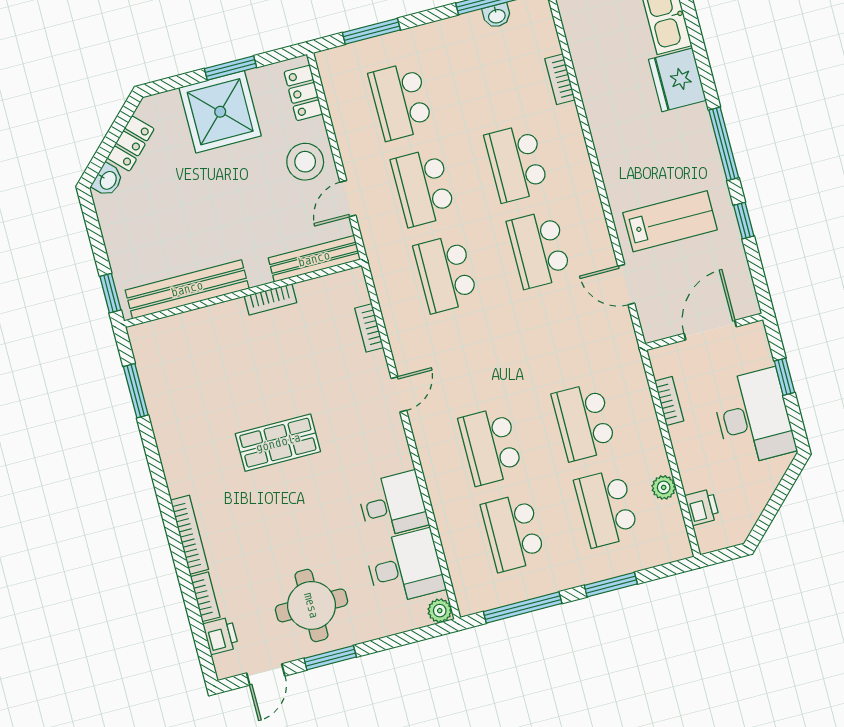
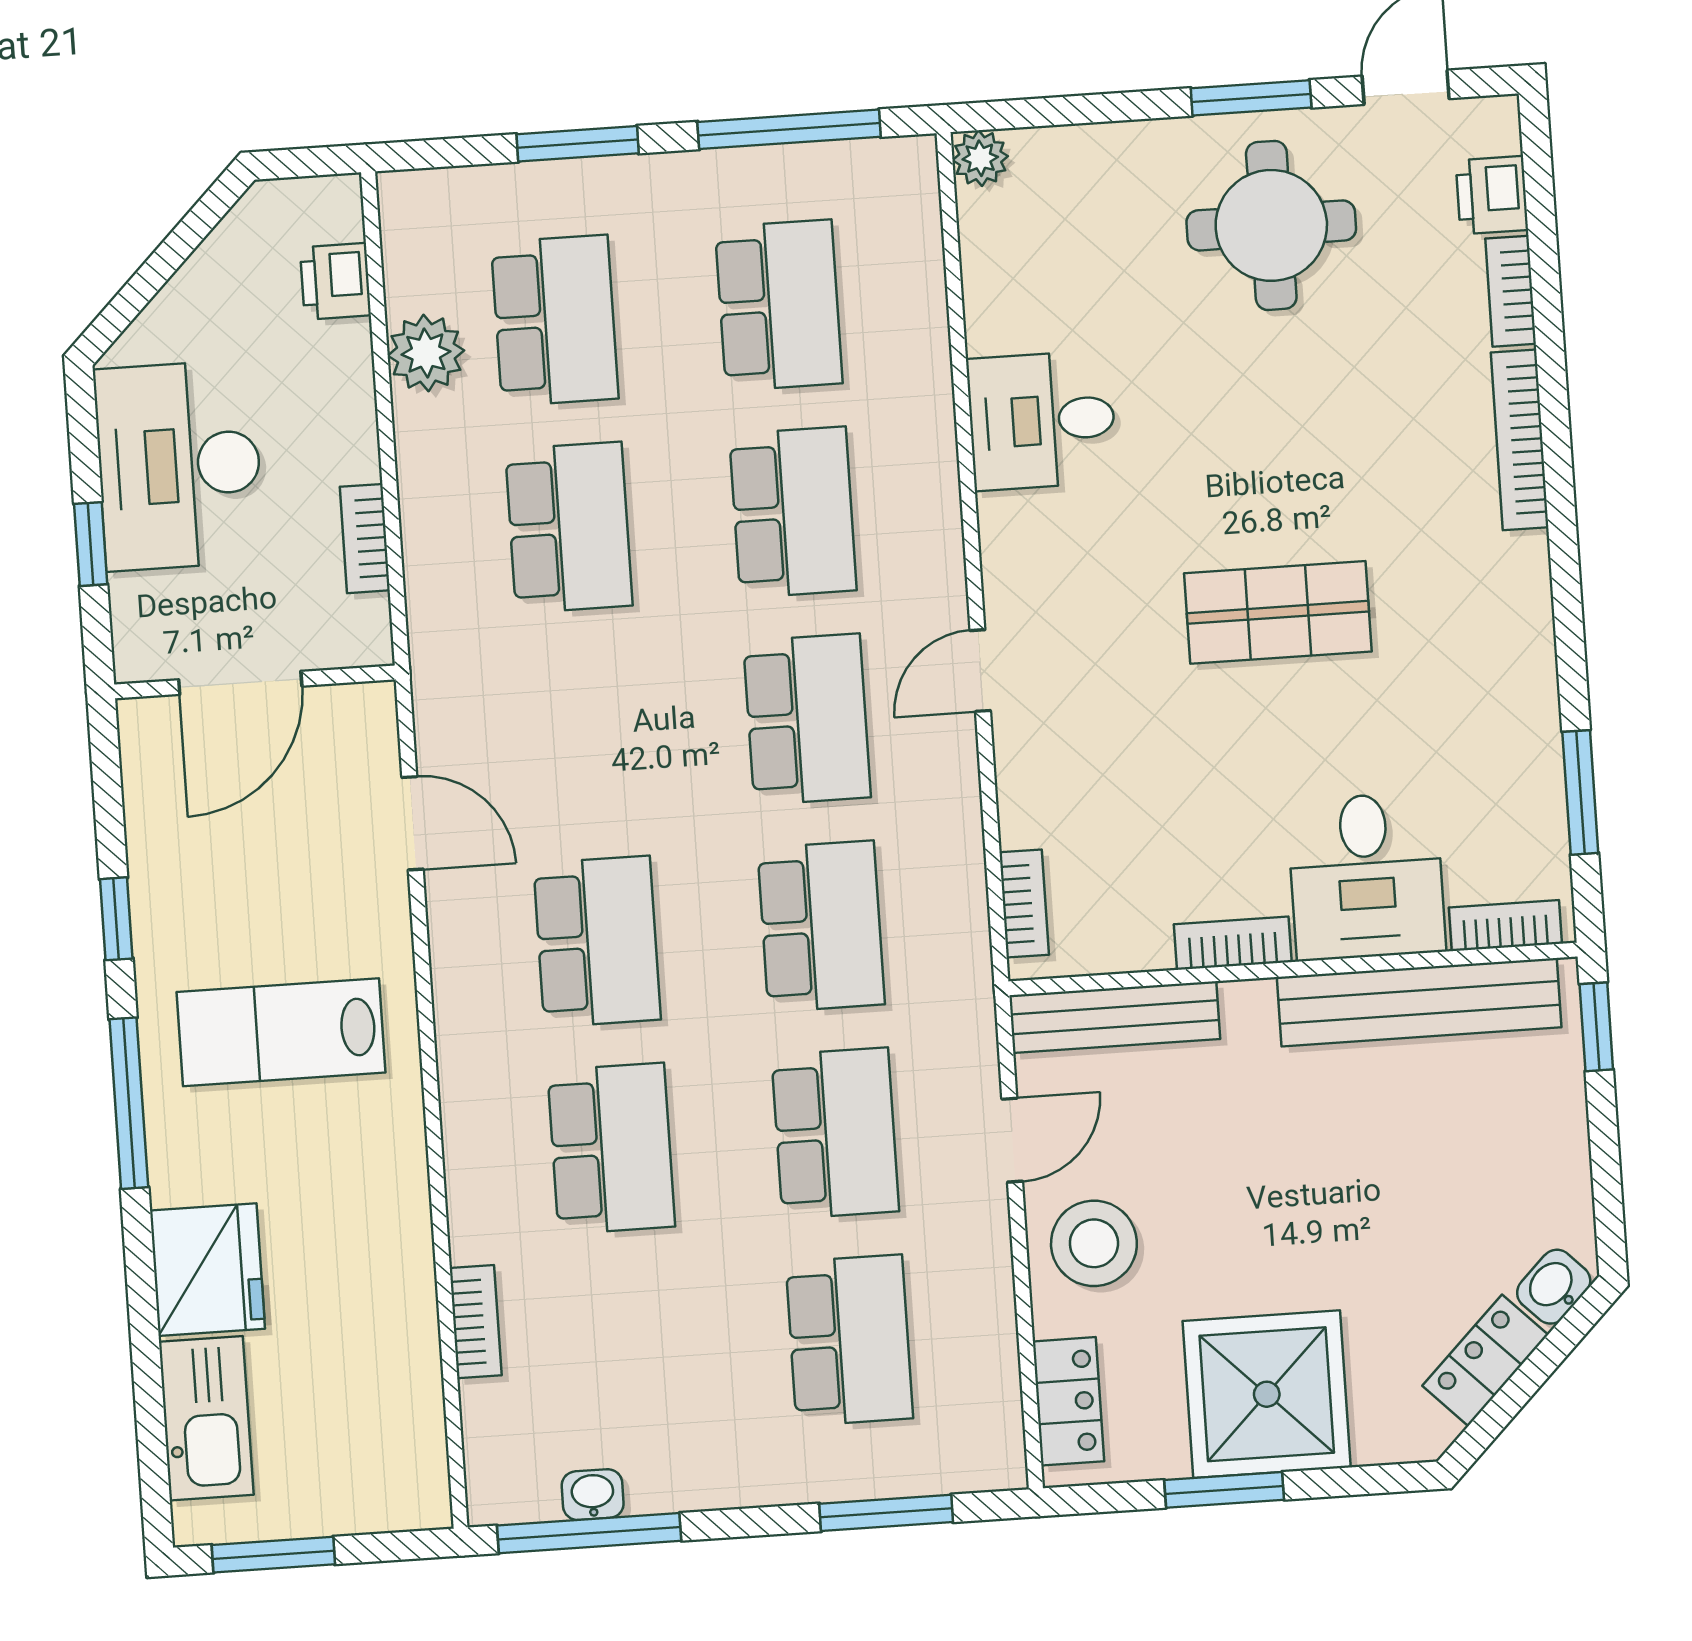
lab bench: (670, 221) -> (281, 1032), moved
bookcase: (369, 328) -> (1024, 903), moved
bookcase: (157, 329) -> (1505, 926), added
school desk: (468, 360) -> (807, 719), added
plant: (664, 487) -> (426, 353), width x1.38, depth x1.38
desk: (405, 567) -> (1366, 876), moved, turned -90

